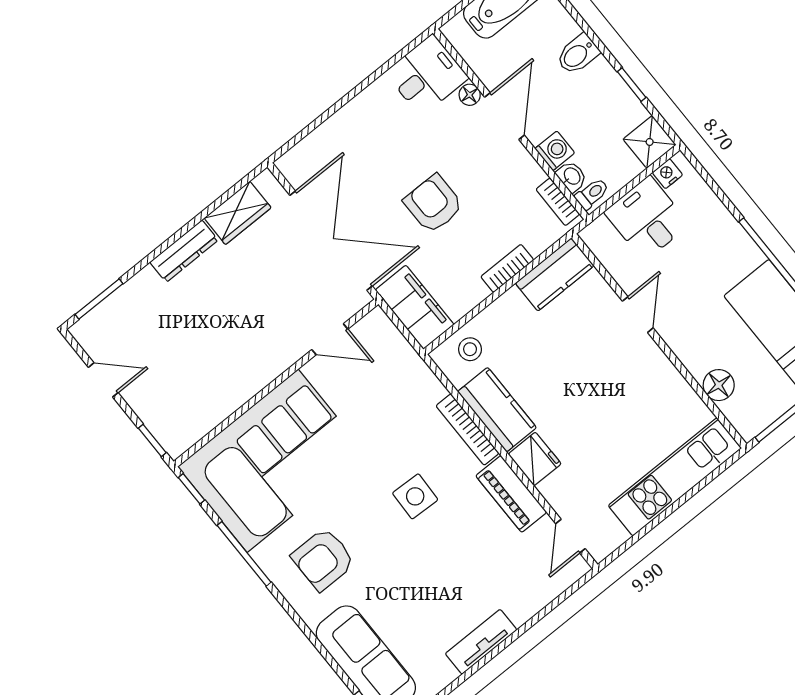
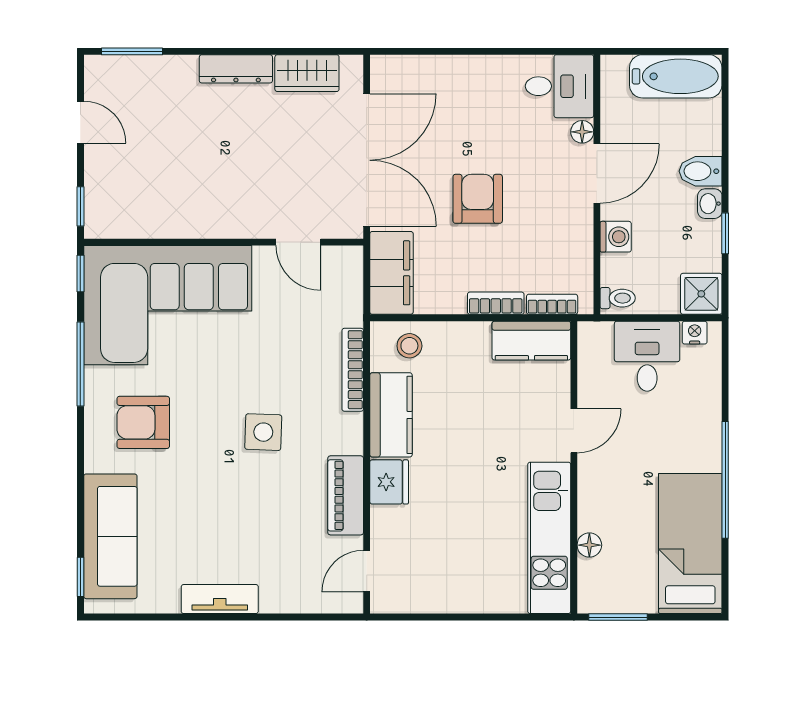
washbasin: (572, 176) -> (710, 204), moved, turned 180
bookcase: (558, 202) -> (552, 304), moved, turned 90
floor lamp: (719, 385) -> (589, 545), width x0.73, depth x0.73
bookcase: (468, 430) -> (353, 370), moved
kitchen unit: (675, 477) -> (549, 538), moved, turned -90

